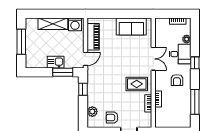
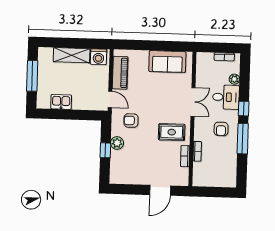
door: (86, 59) -> (110, 99), hinge flipped
kitchen sink: (56, 62) -> (61, 102), moved
window: (63, 72) -> (82, 115), removed
window: (83, 89) -> (105, 150), moved
window: (195, 102) -> (243, 139), moved
plant: (92, 112) -> (117, 143), moved
armchair: (112, 118) -> (131, 121), moved

